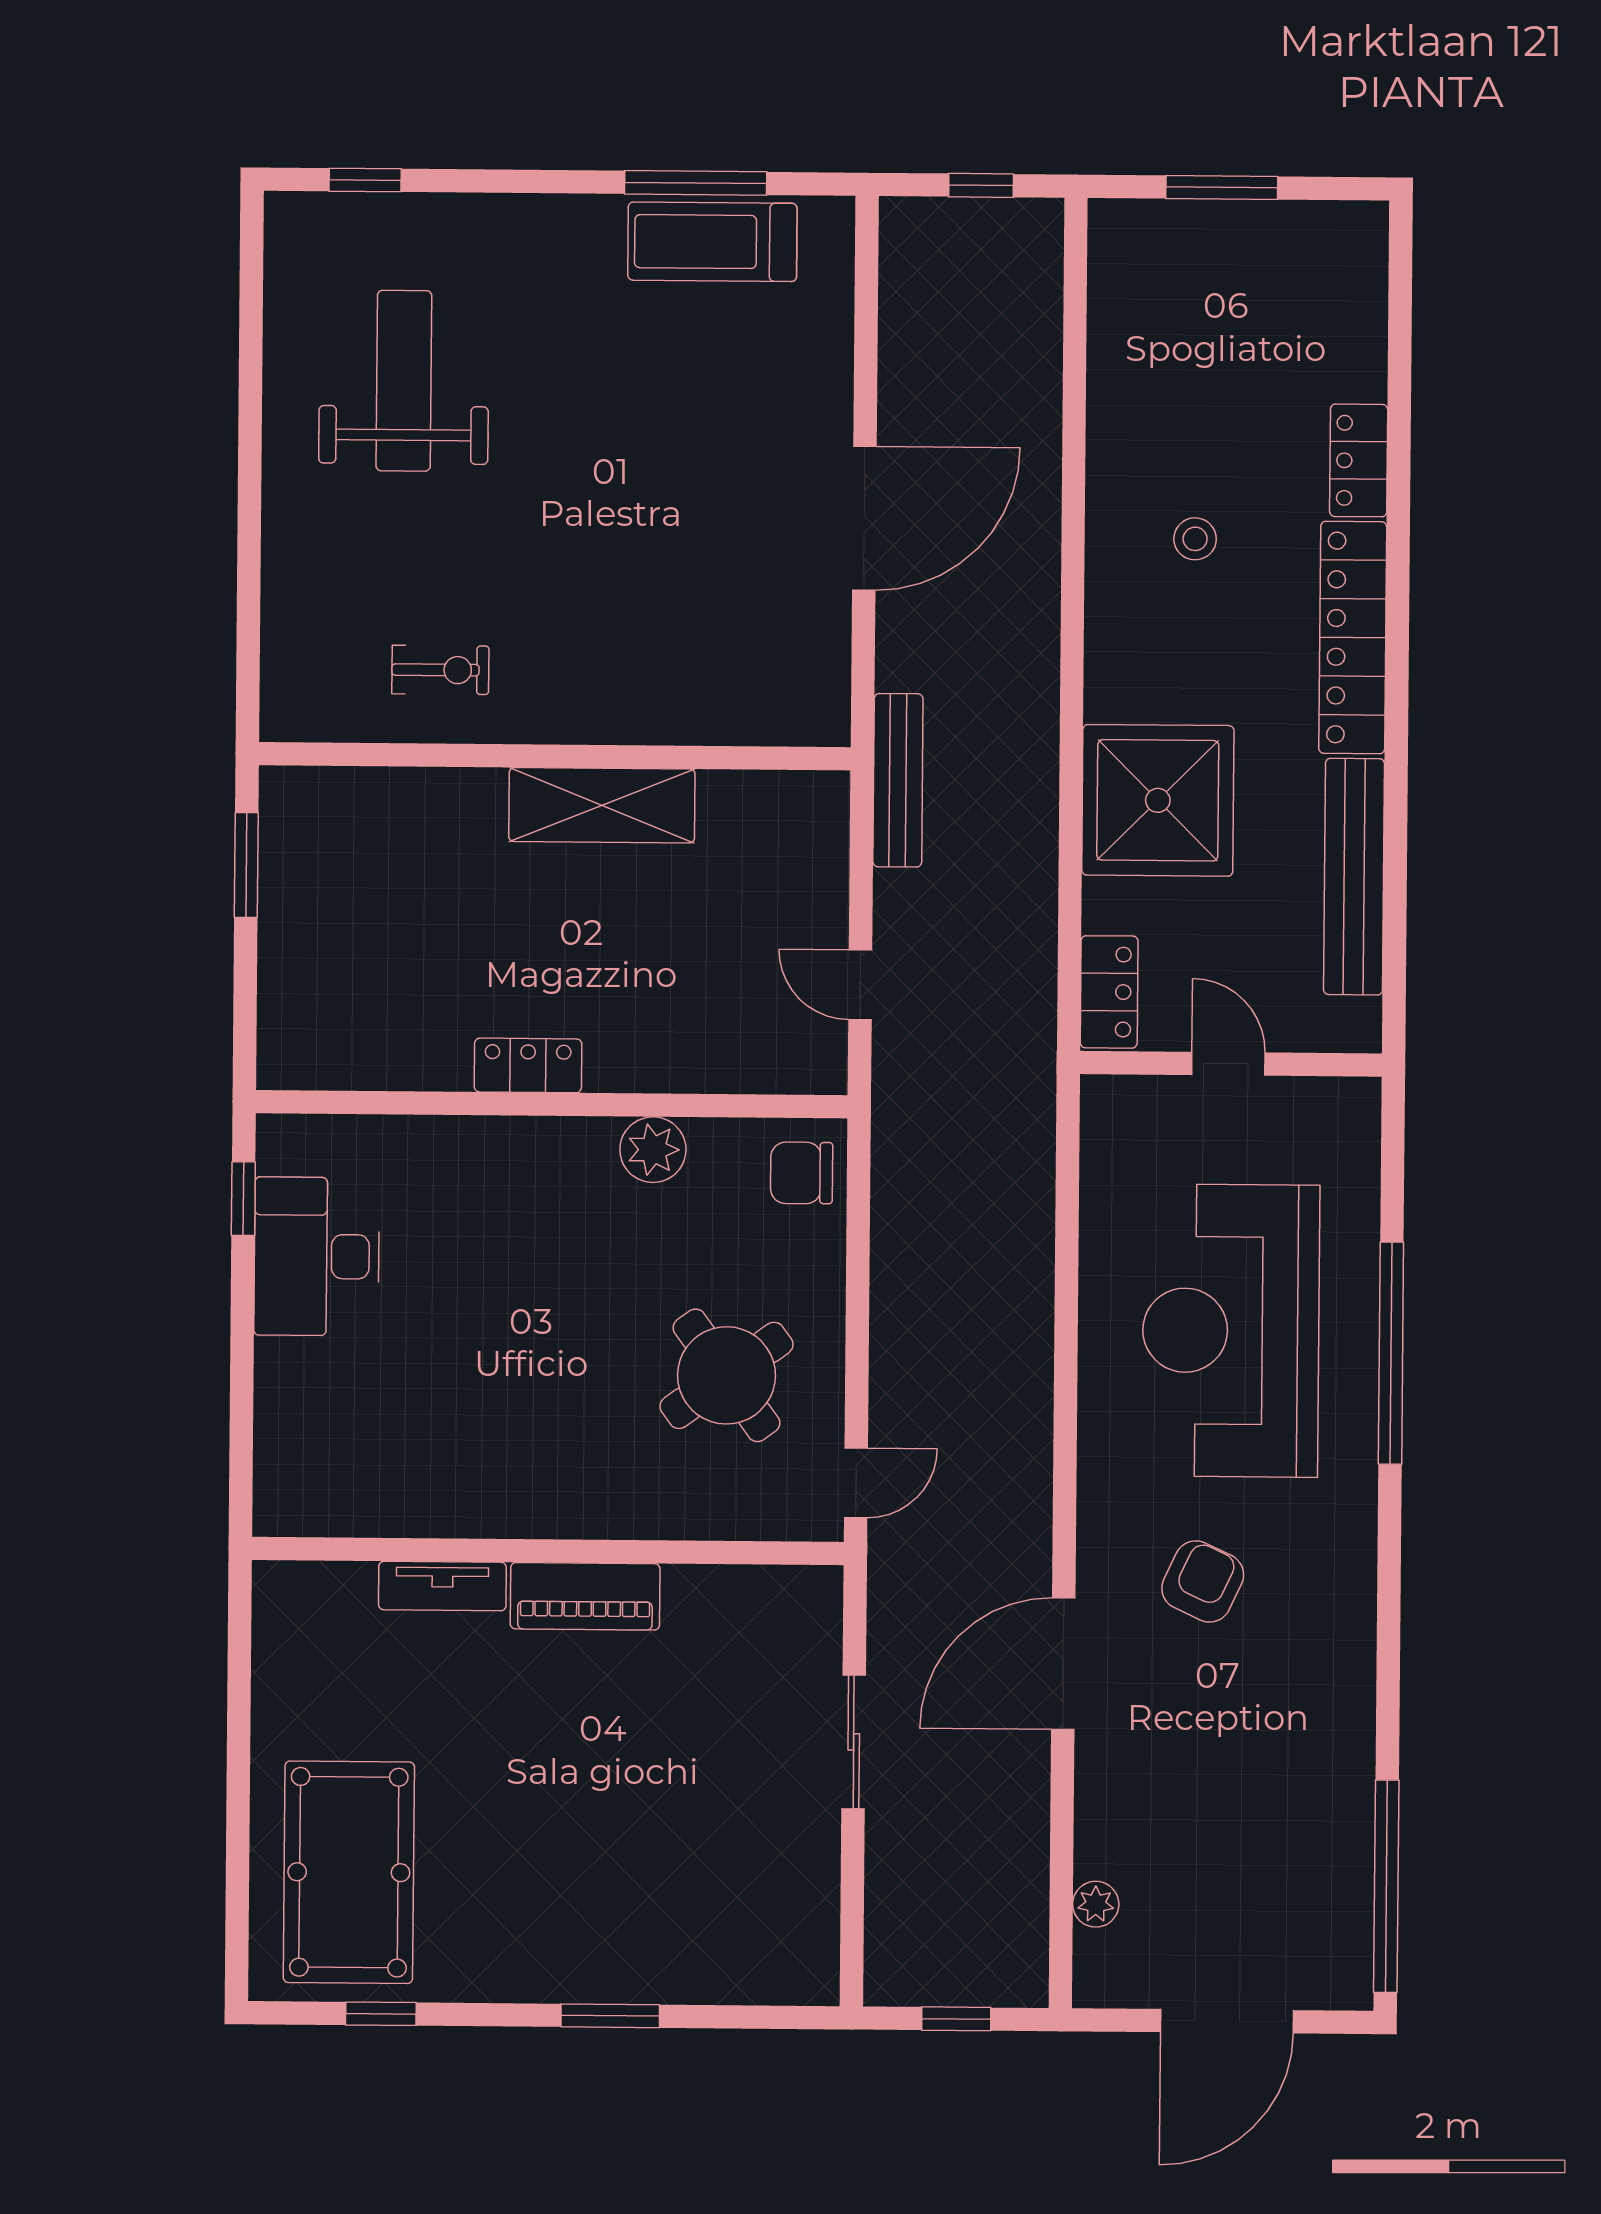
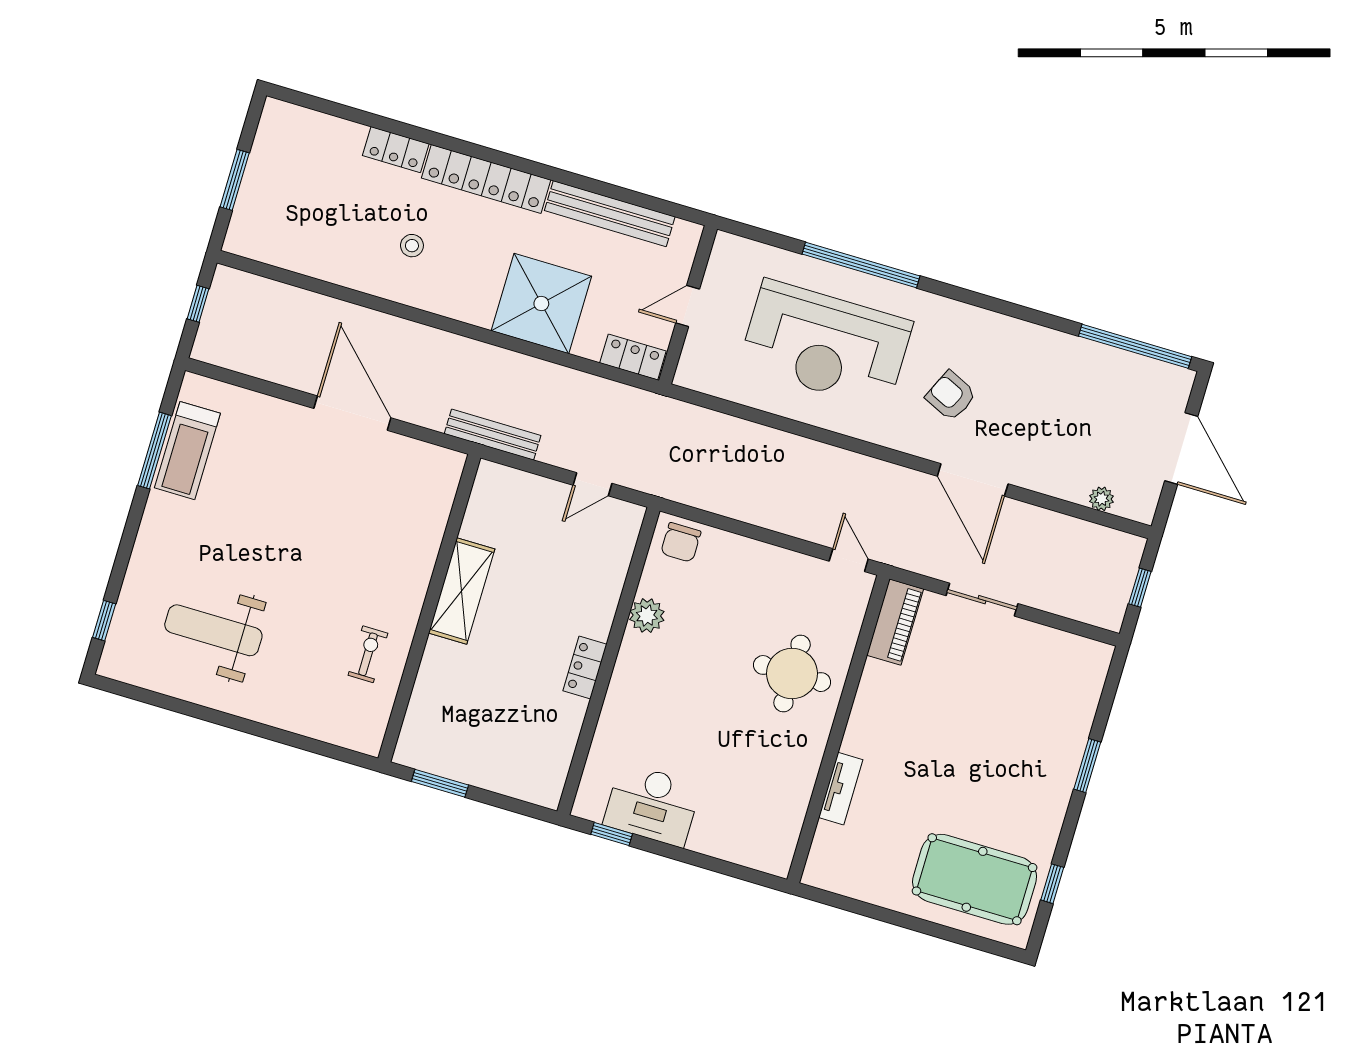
round table: (726, 1375) -> (792, 674), moved, turned 36
piano: (585, 1596) -> (895, 622), moved

